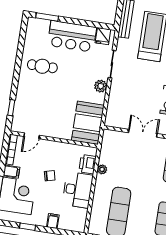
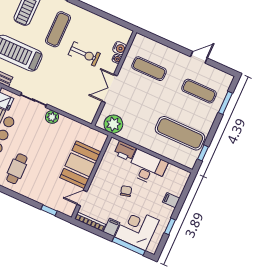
booth: (88, 123) -> (80, 165), moved, turned 90
door: (32, 136) -> (82, 198), swing flipped
plant: (102, 169) -> (113, 124), moved, width x1.87, depth x1.87

